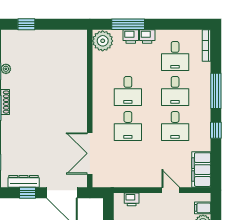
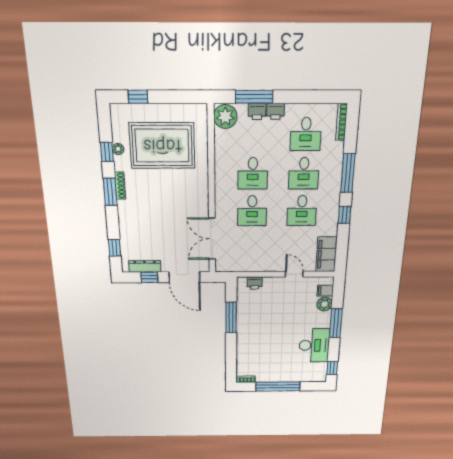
rug: (46, 66) -> (162, 146), added

